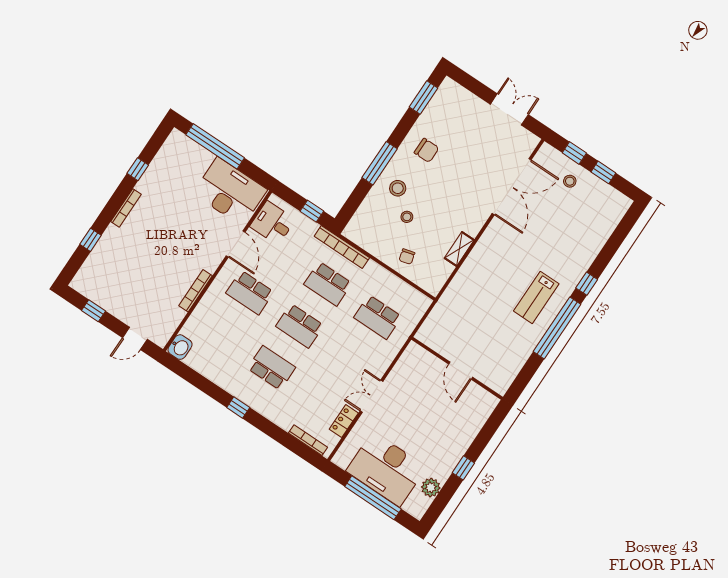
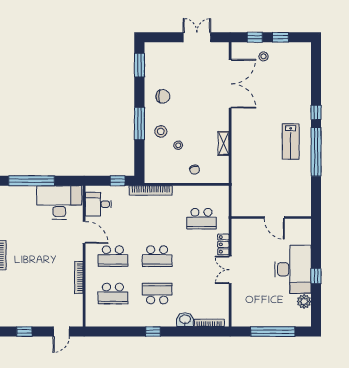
school desk: (328, 284) -> (113, 294), moved
washbasin: (180, 347) -> (185, 320), moved, turned -90
locker: (344, 421) -> (223, 244), moved
desk: (386, 469) -> (293, 269), moved, turned -90

